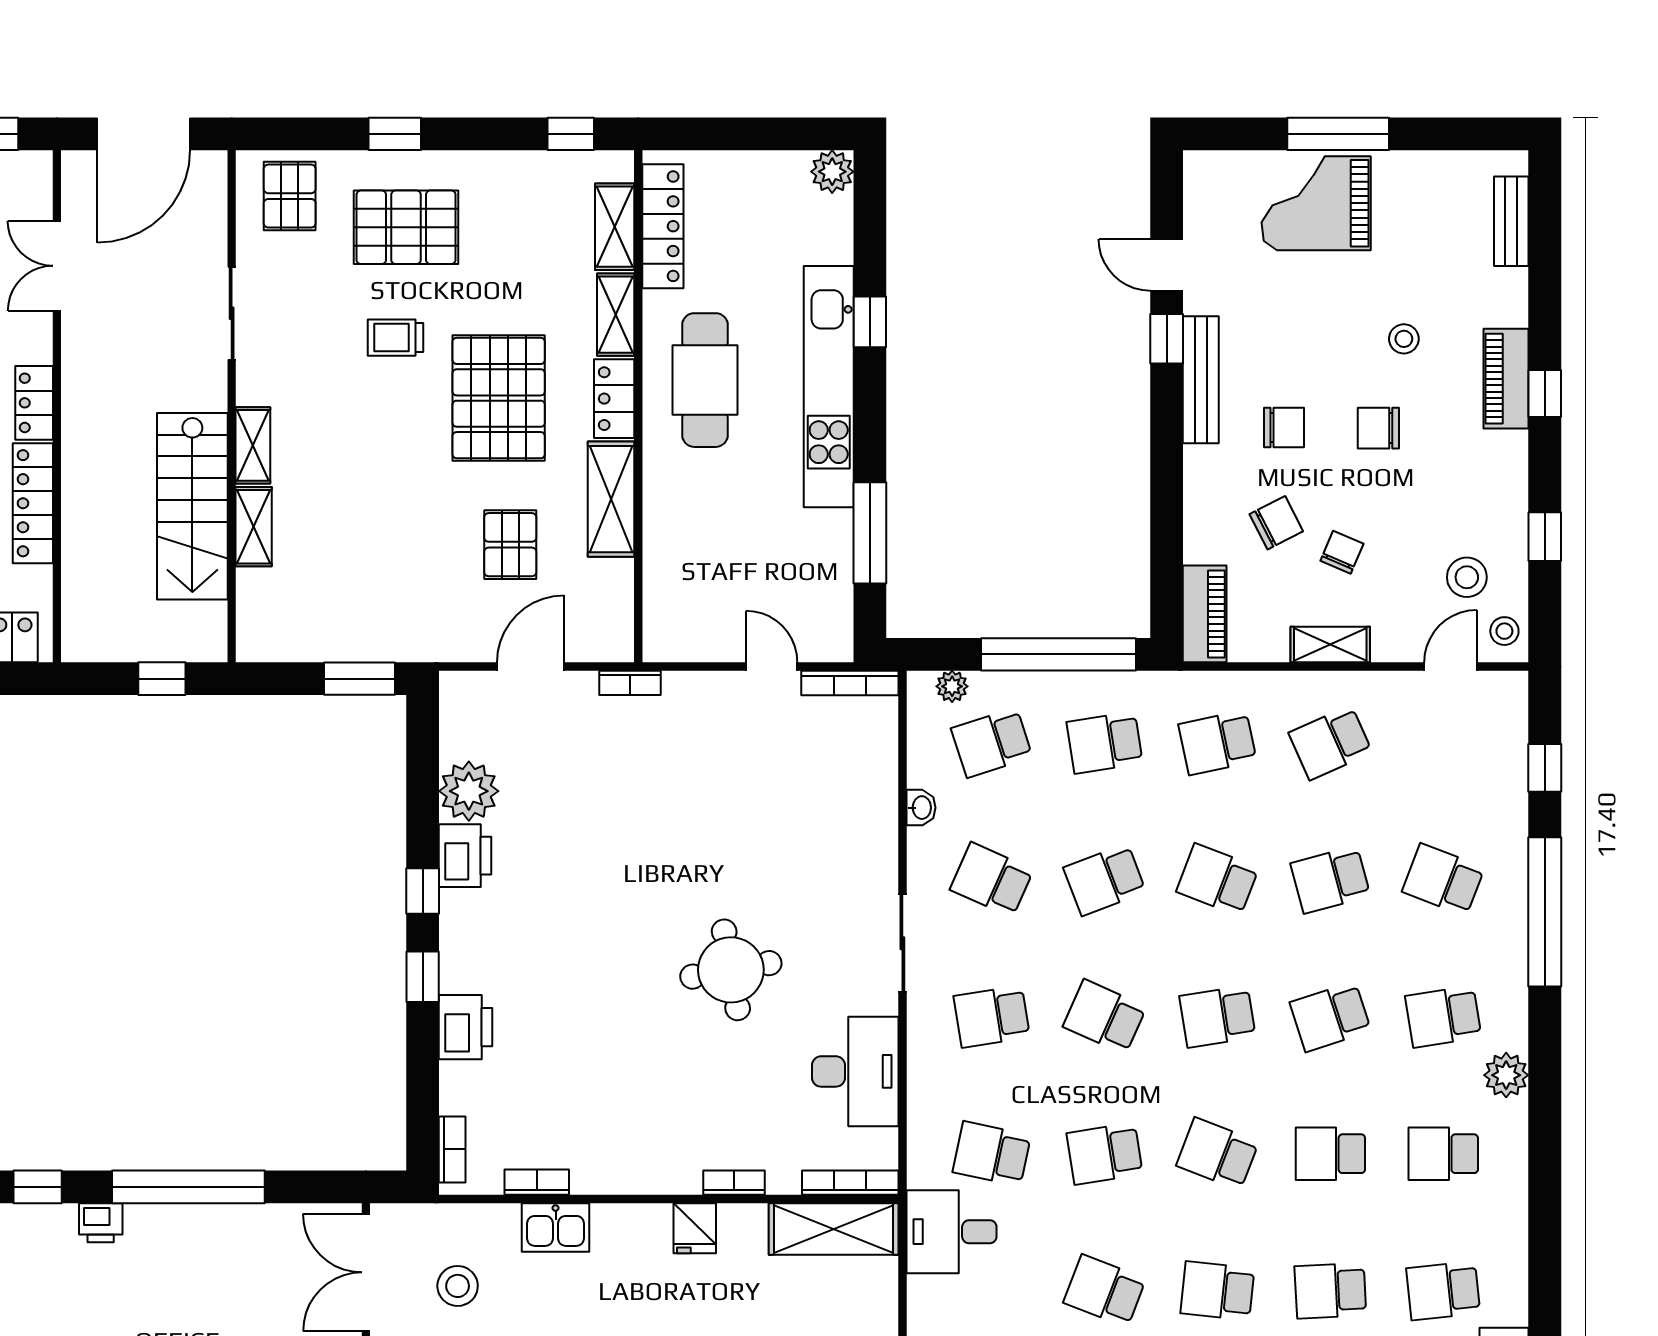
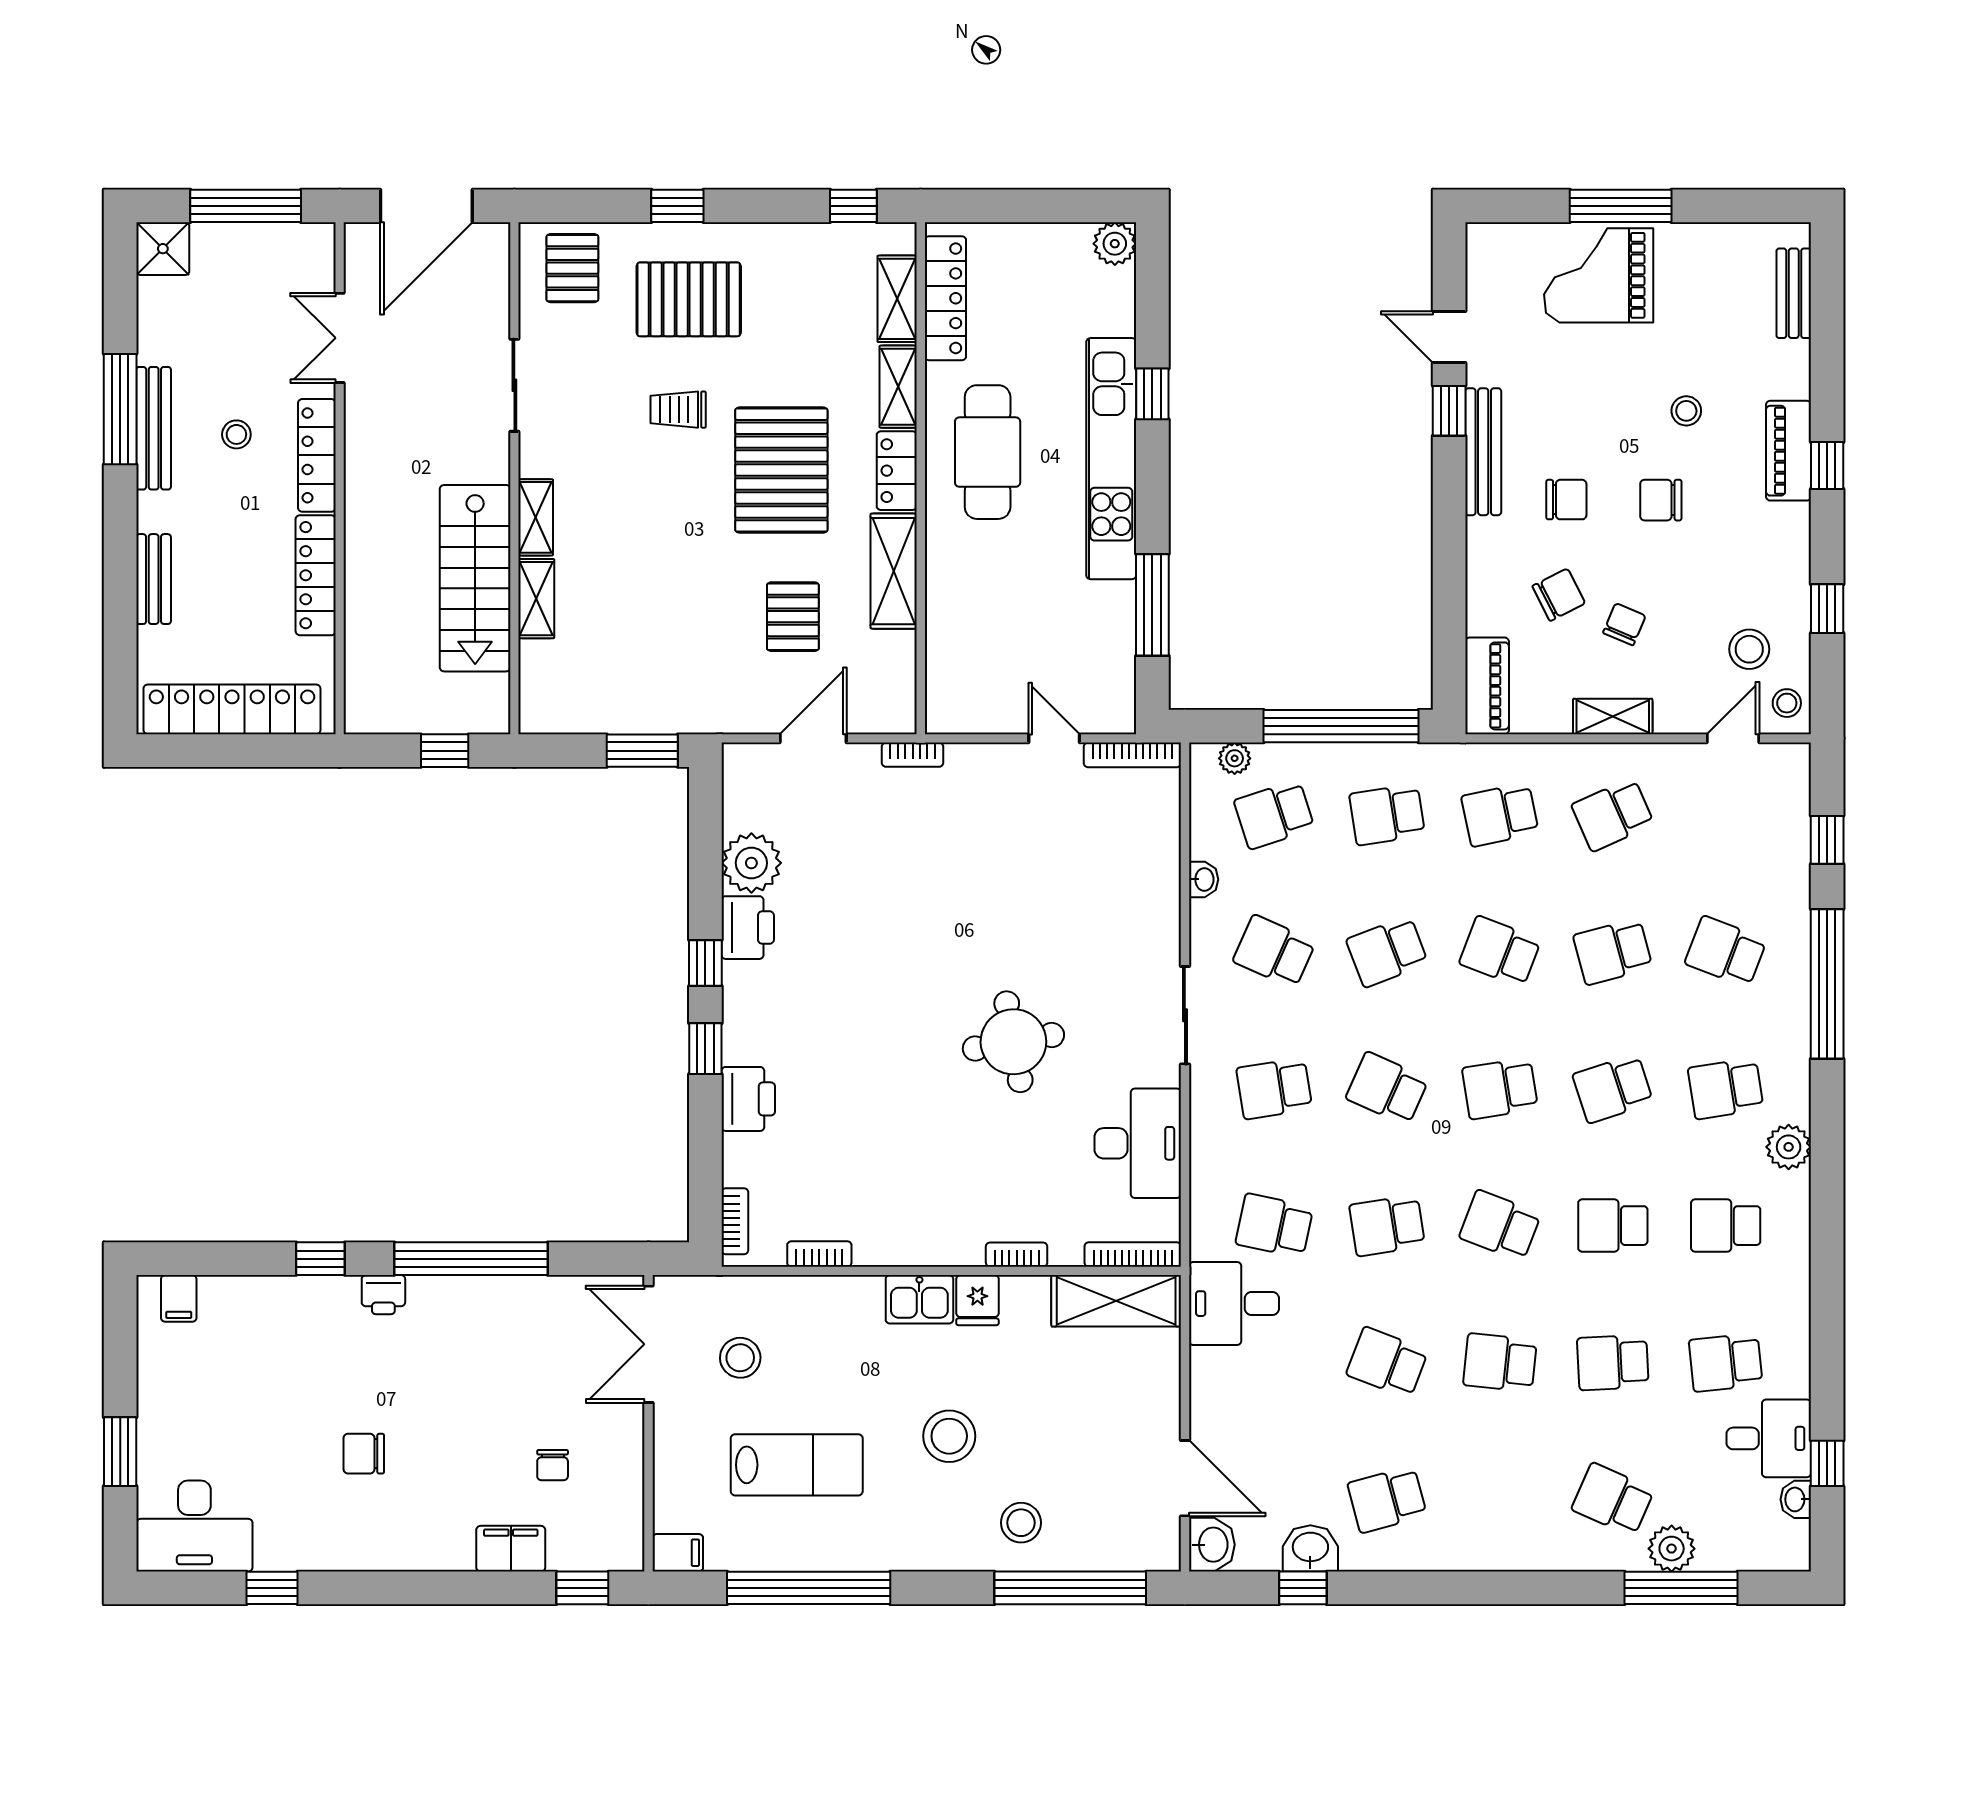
locker: (34, 403) -> (317, 455), width x1.53
kitchen sink: (556, 1227) -> (919, 1299), moved

